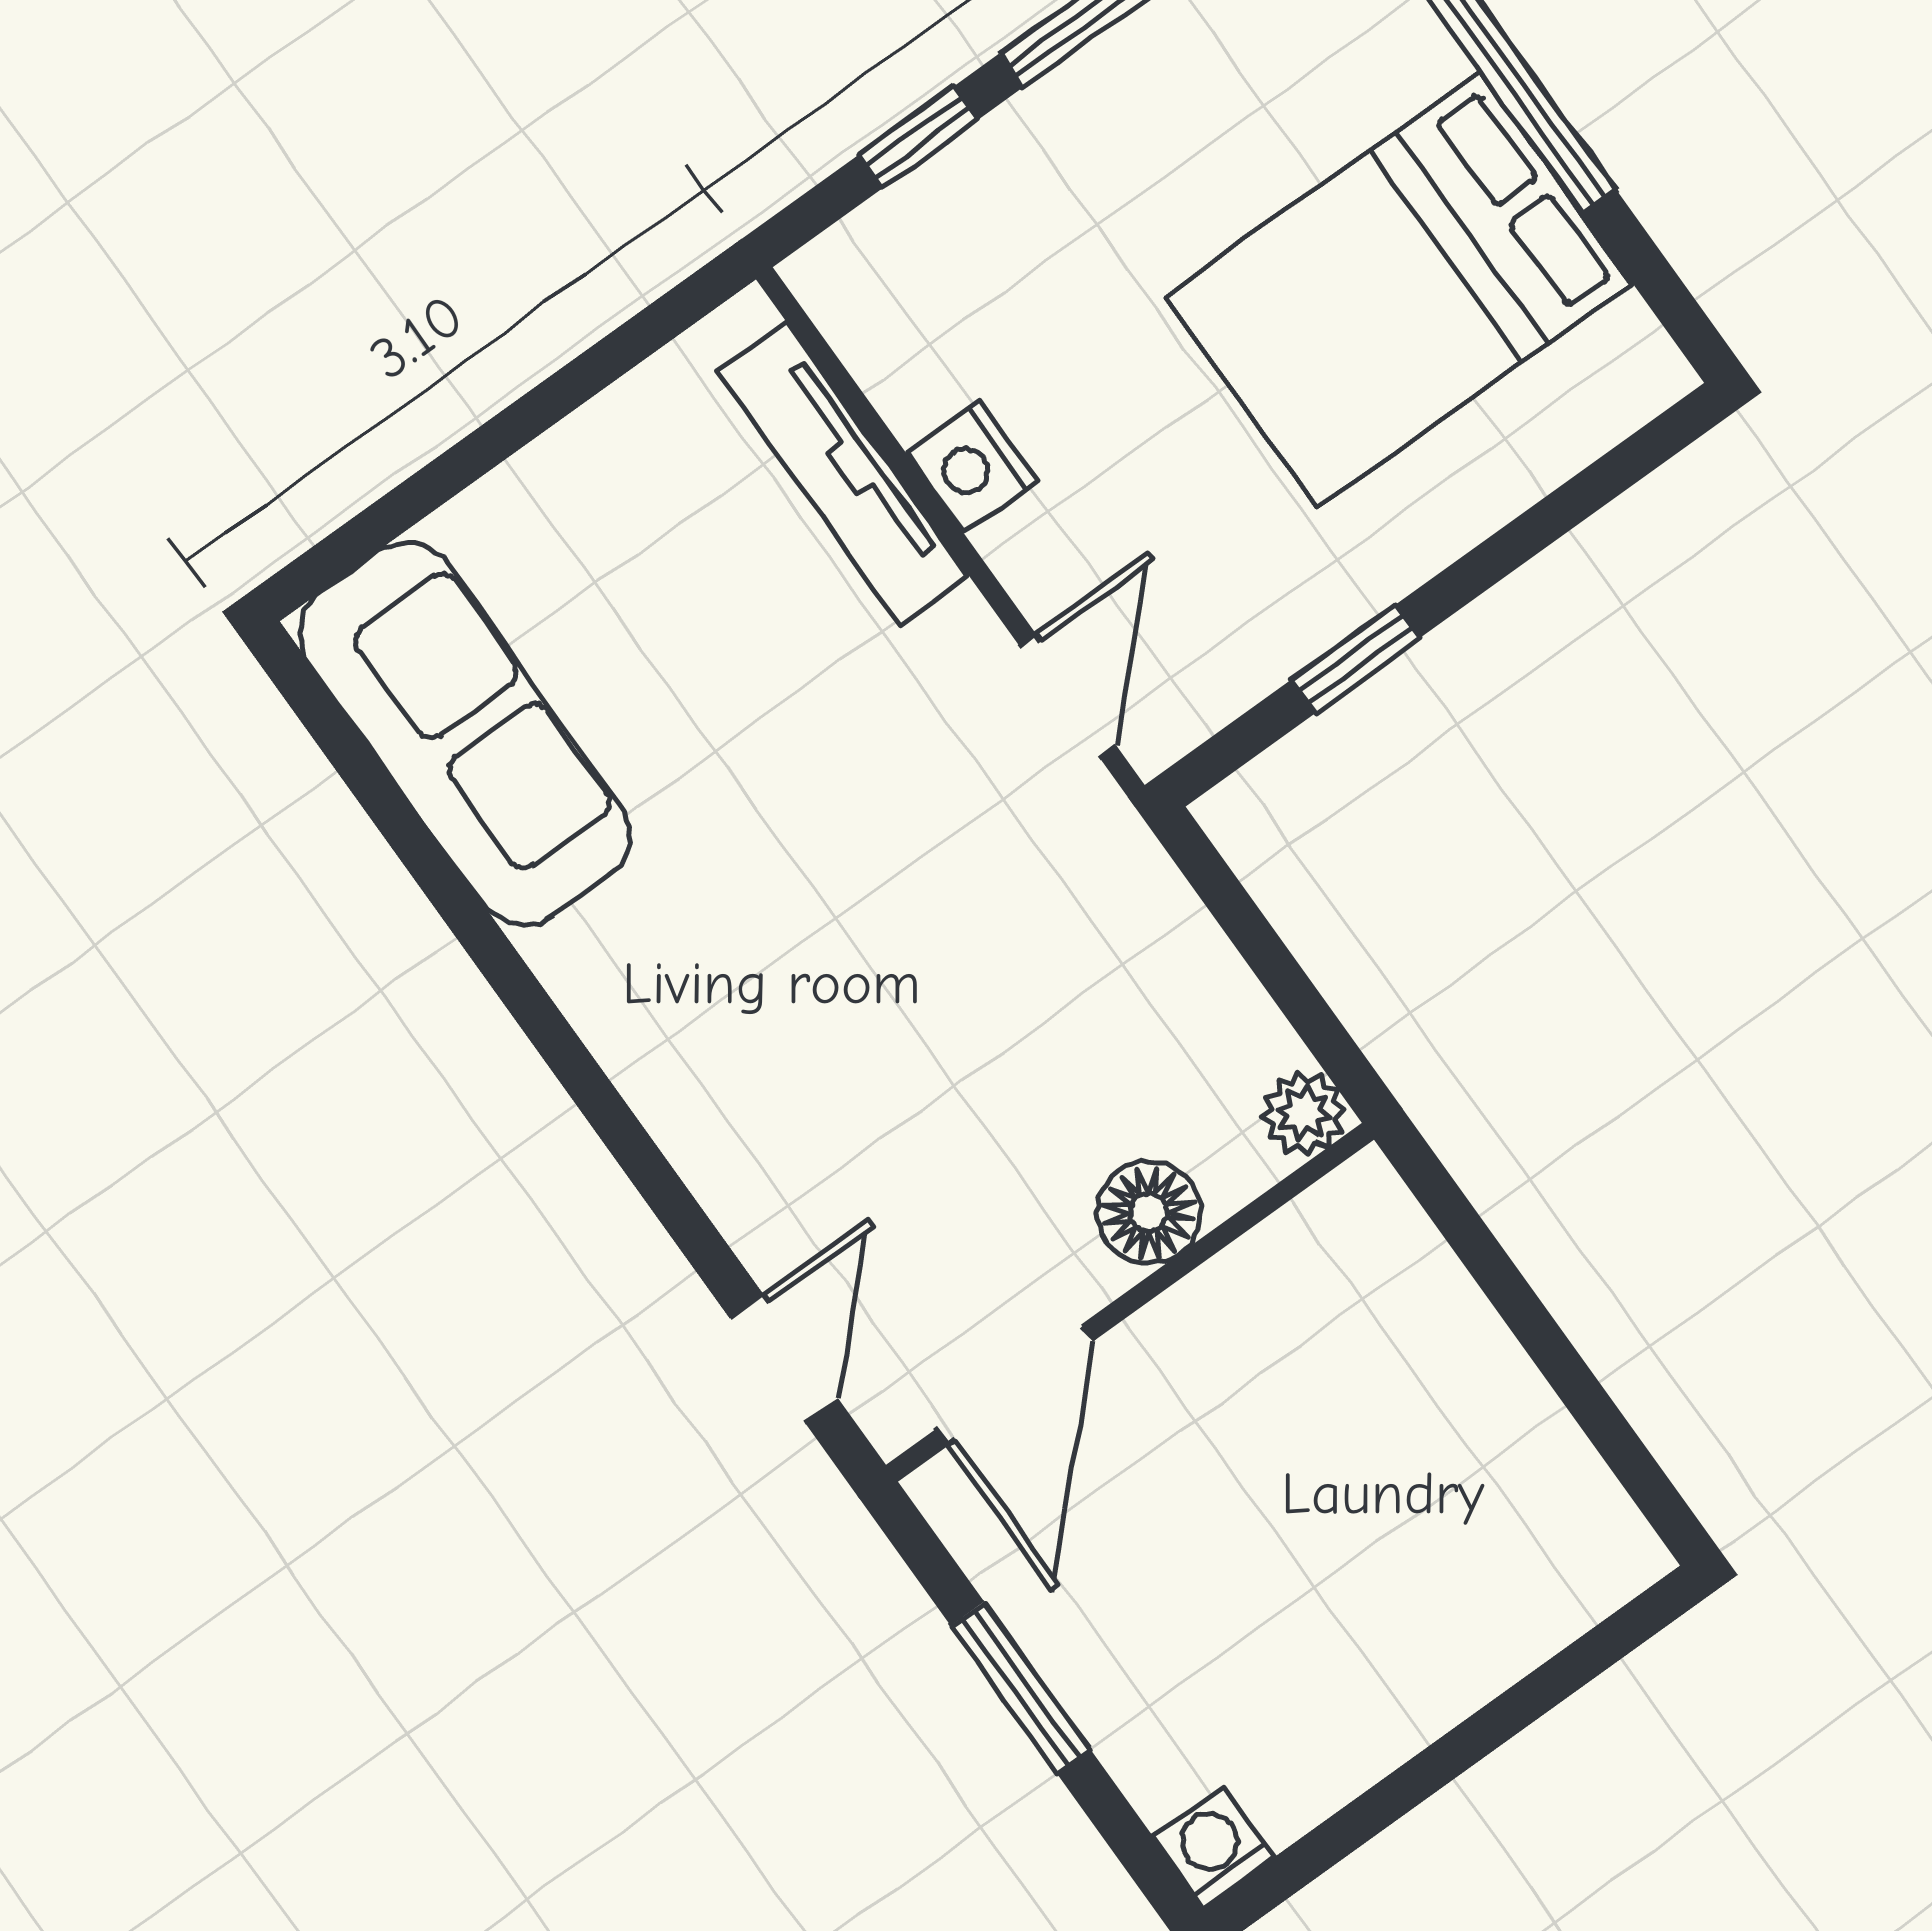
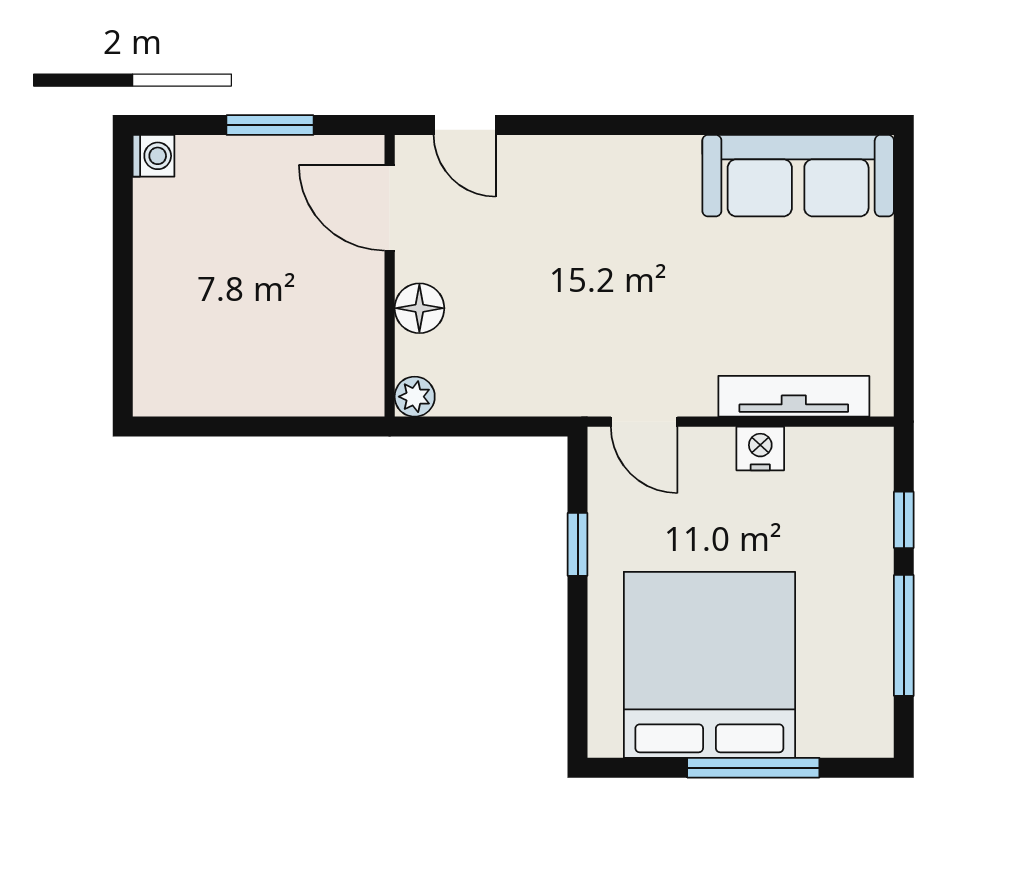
bed: (1399, 290) -> (709, 665), width x1.36

